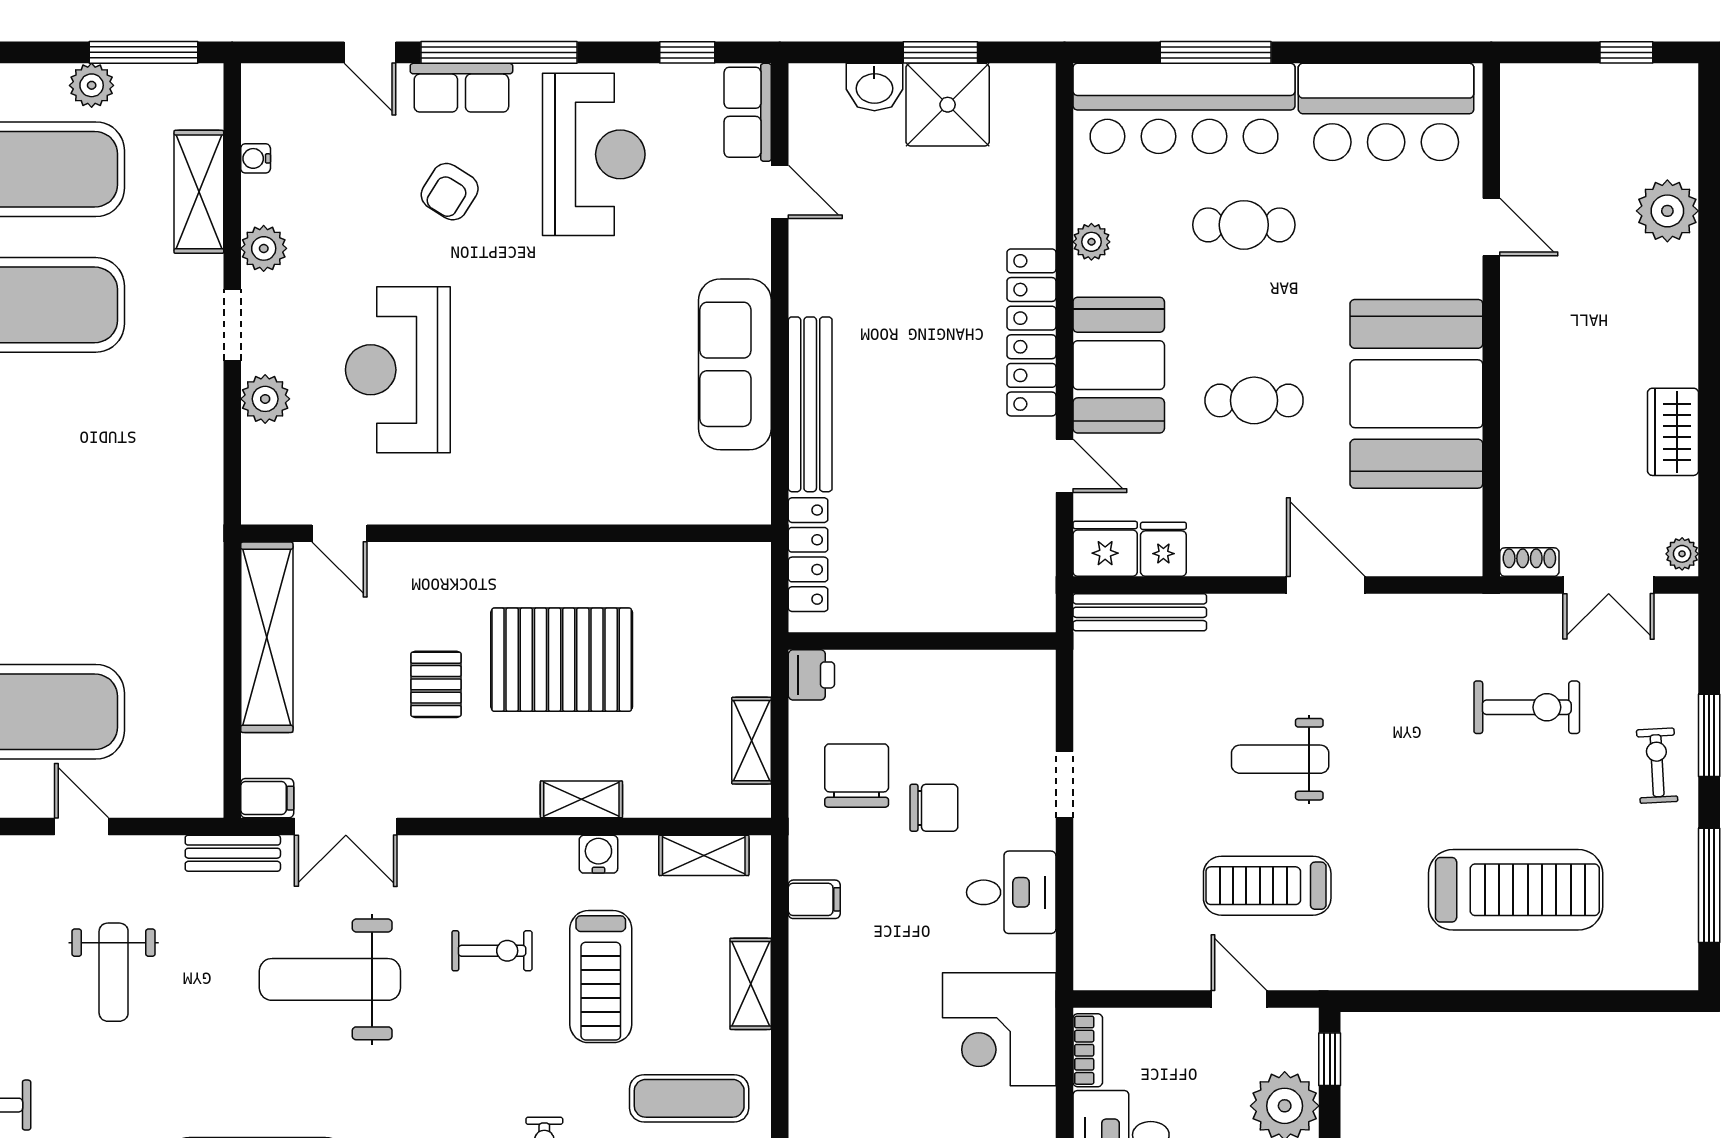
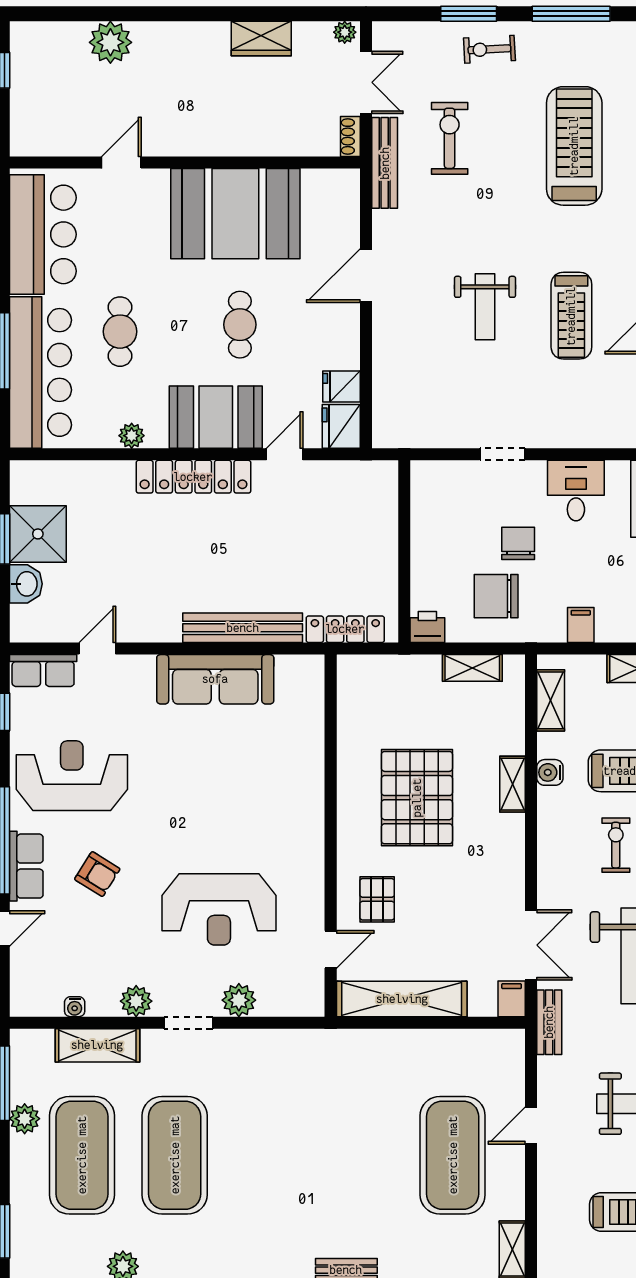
bench: (1140, 612) -> (385, 163), moved
pallet: (436, 684) -> (377, 899), moved, turned 90

